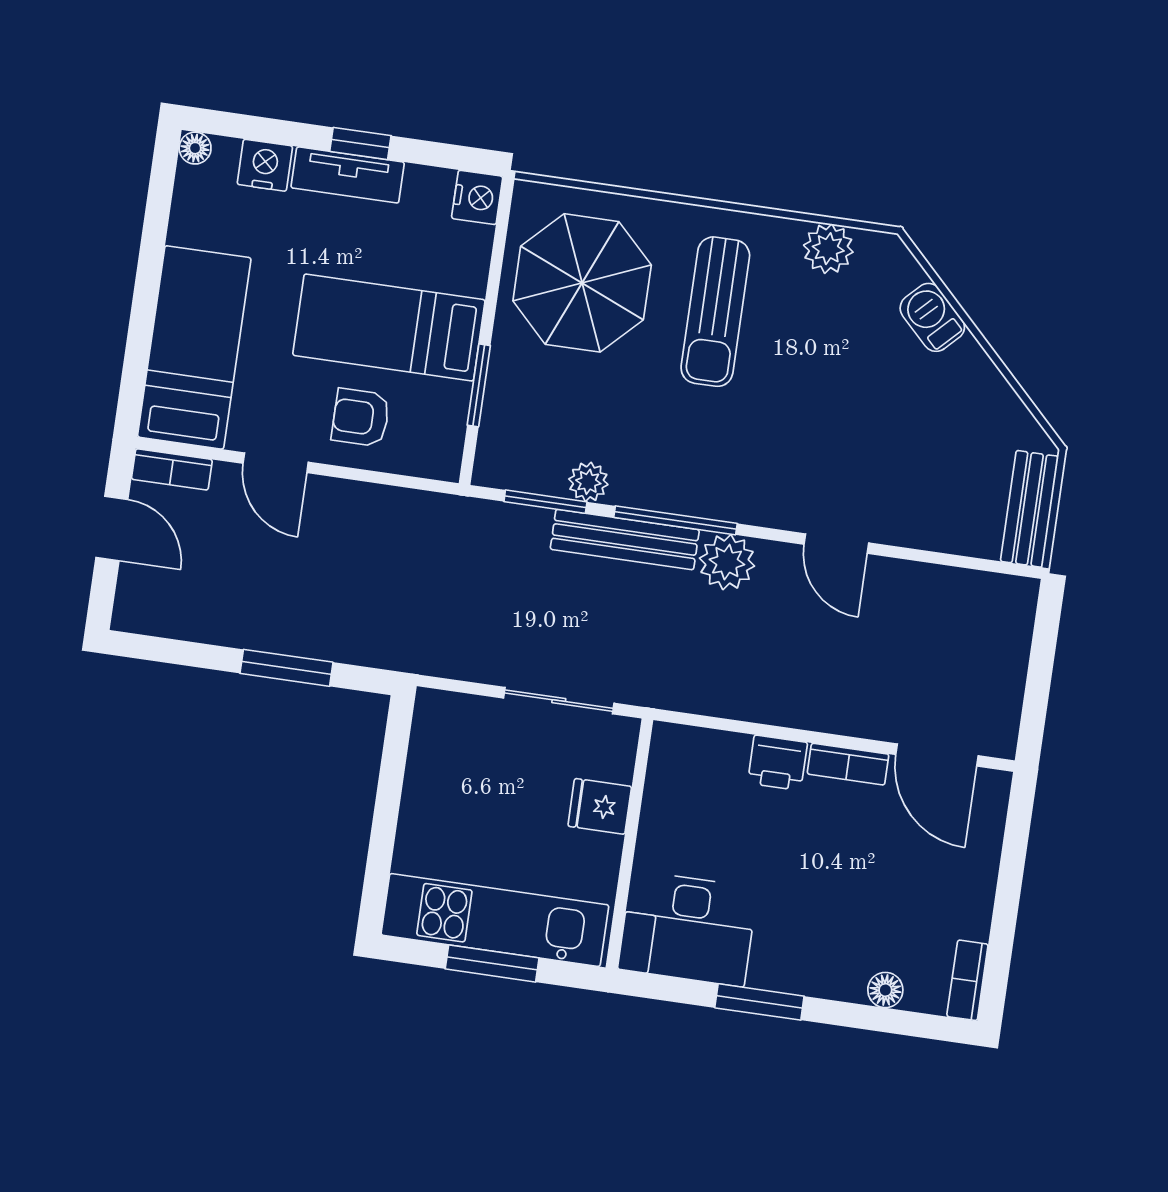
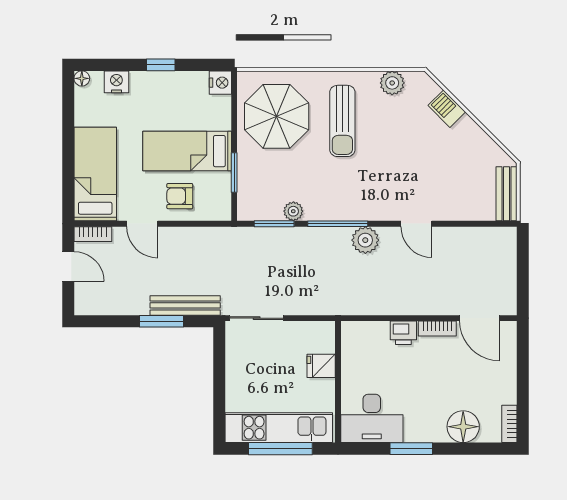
tv unit: (348, 175) -> (157, 81), removed
bench: (625, 540) -> (185, 305), moved
sliding door: (559, 701) -> (257, 318), moved
window: (492, 963) -> (280, 449), width x1.44
floor lamp: (885, 990) -> (463, 427), width x1.89, depth x1.89

